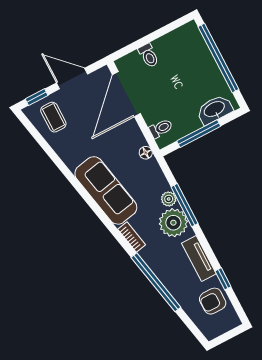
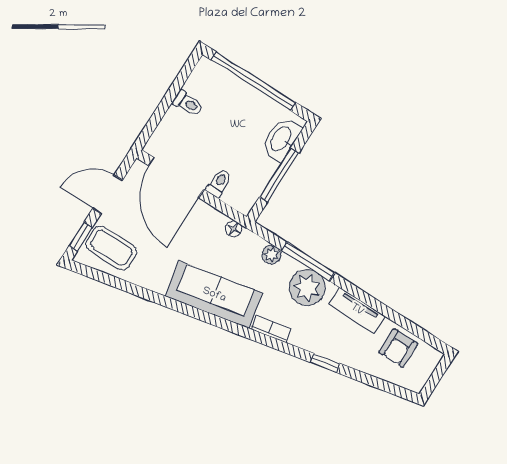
toilet: (149, 56) -> (188, 103), moved
coffee table: (53, 117) -> (111, 248), width x1.36, depth x1.30
toilet: (161, 128) -> (219, 183), moved
plant: (169, 199) -> (271, 255), moved
window: (223, 279) -> (396, 317), removed
window: (156, 282) -> (325, 363), width x0.32

